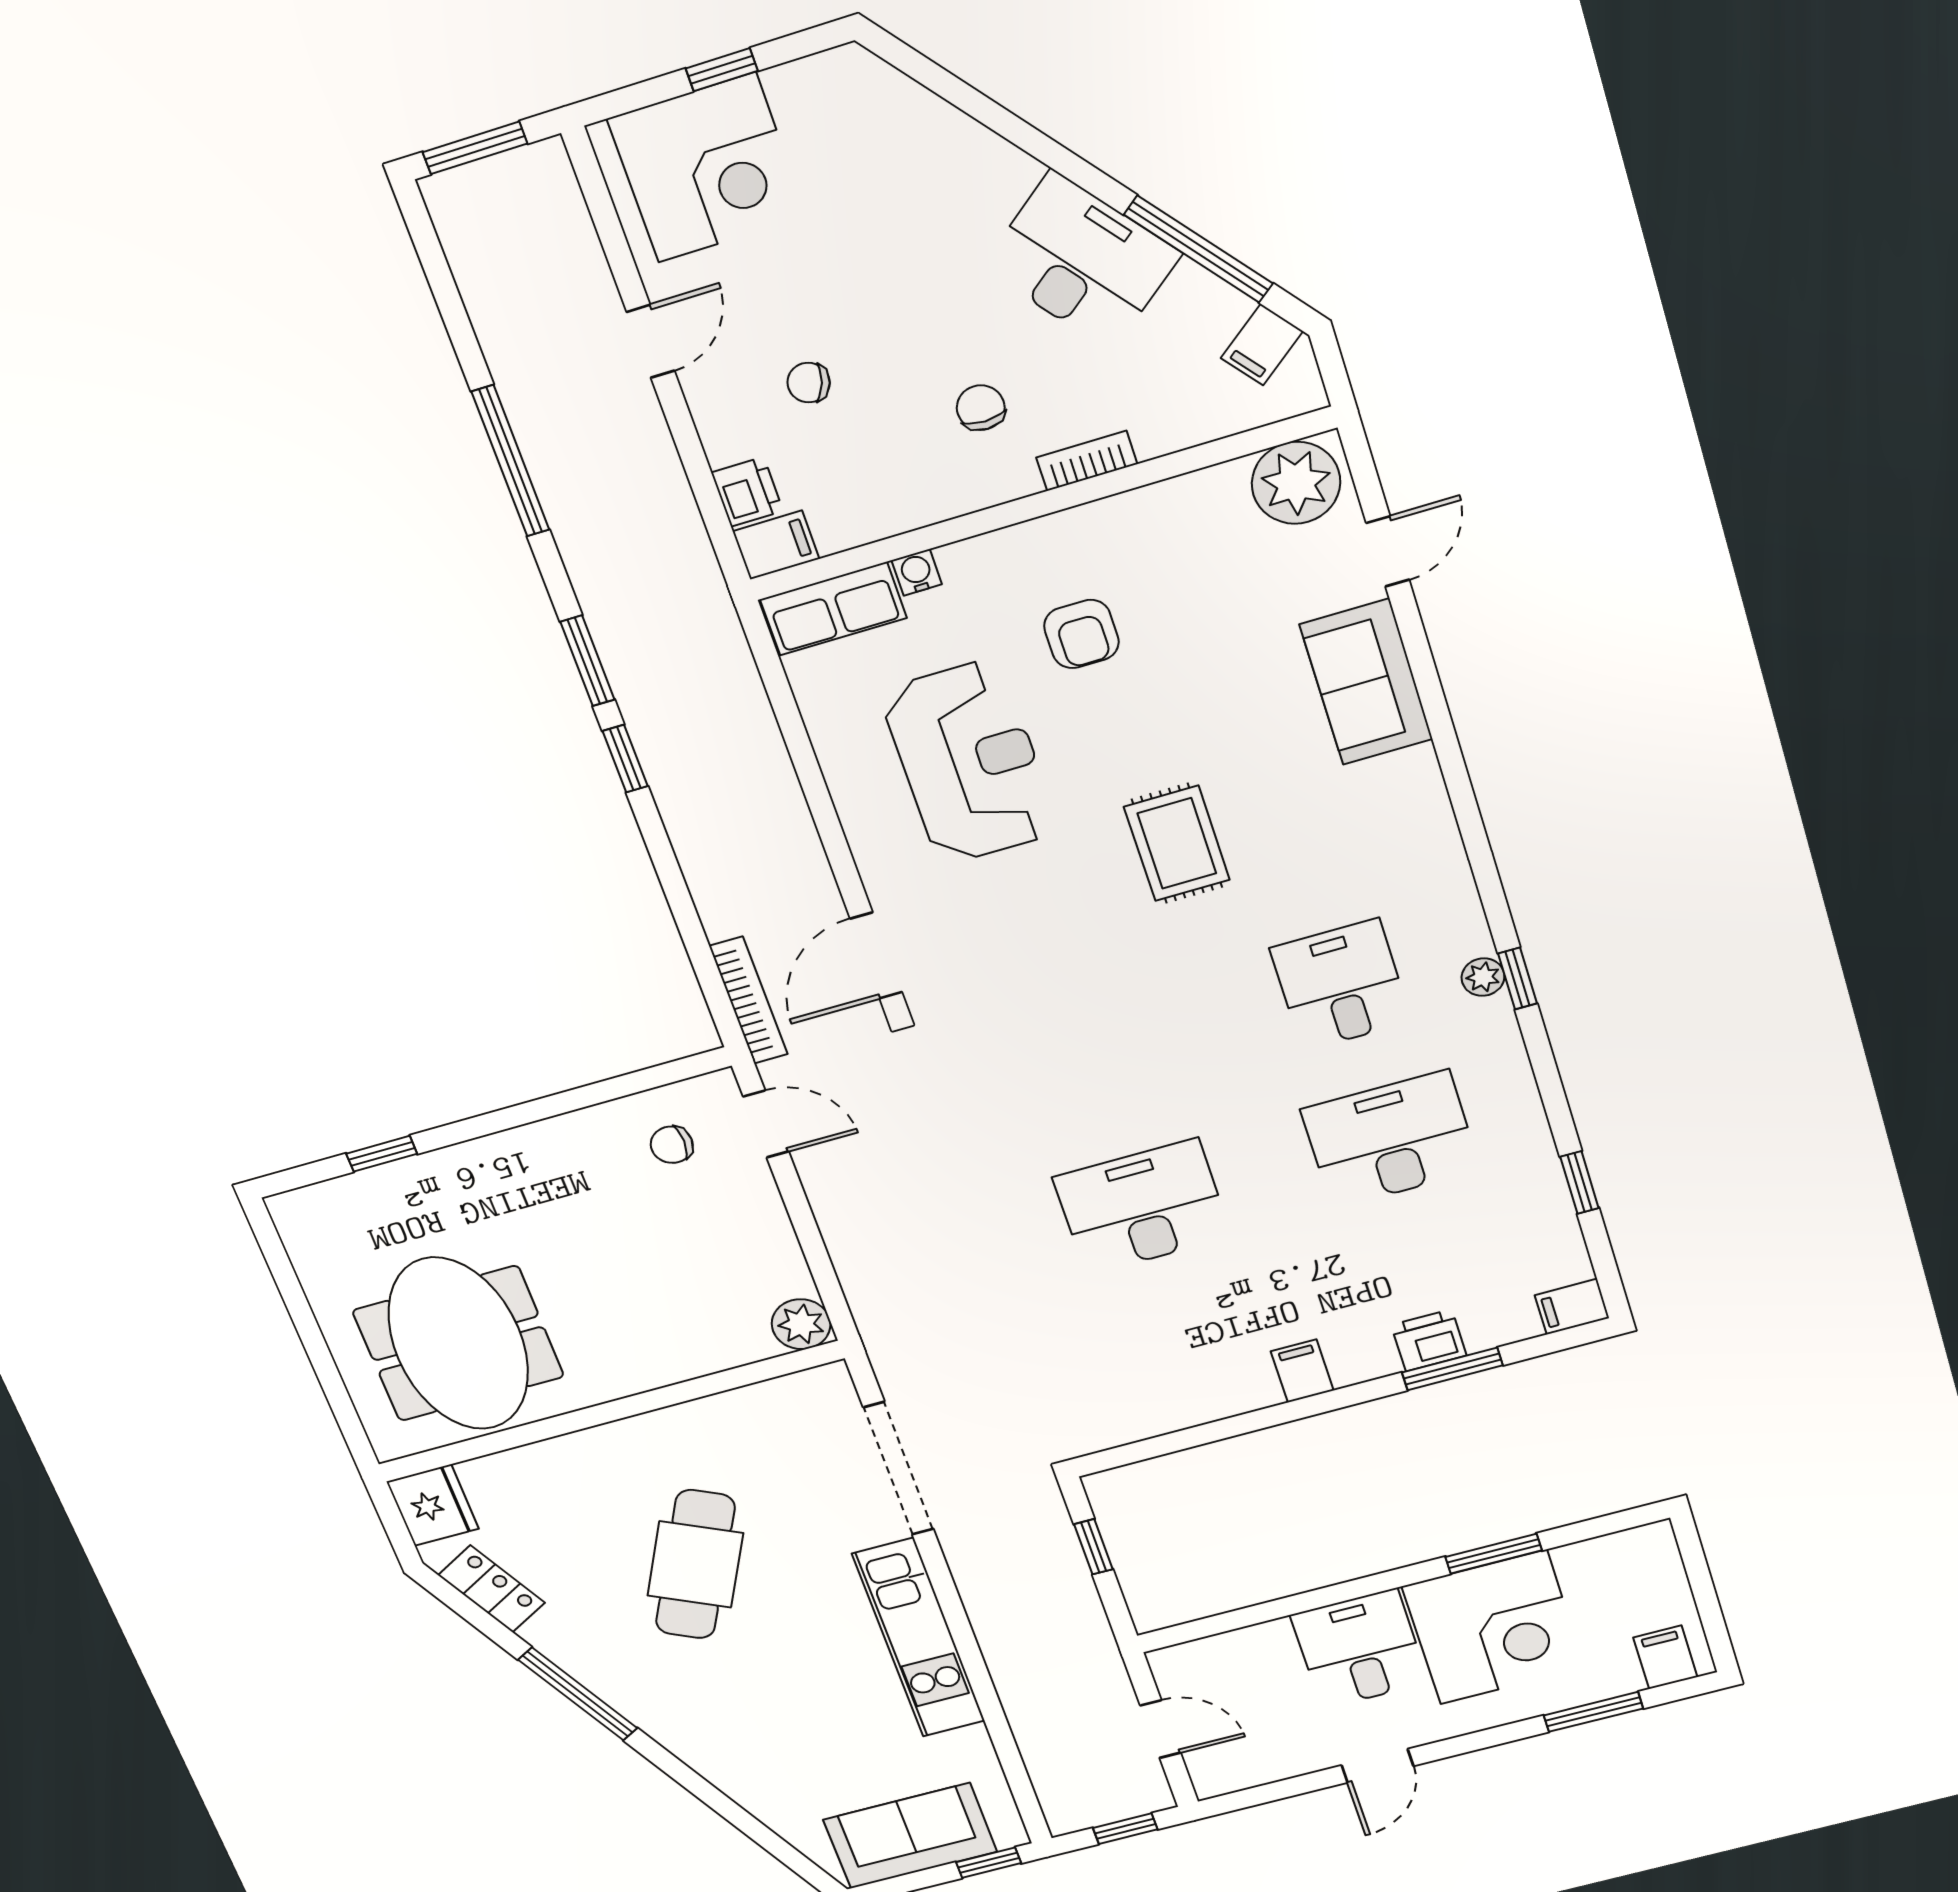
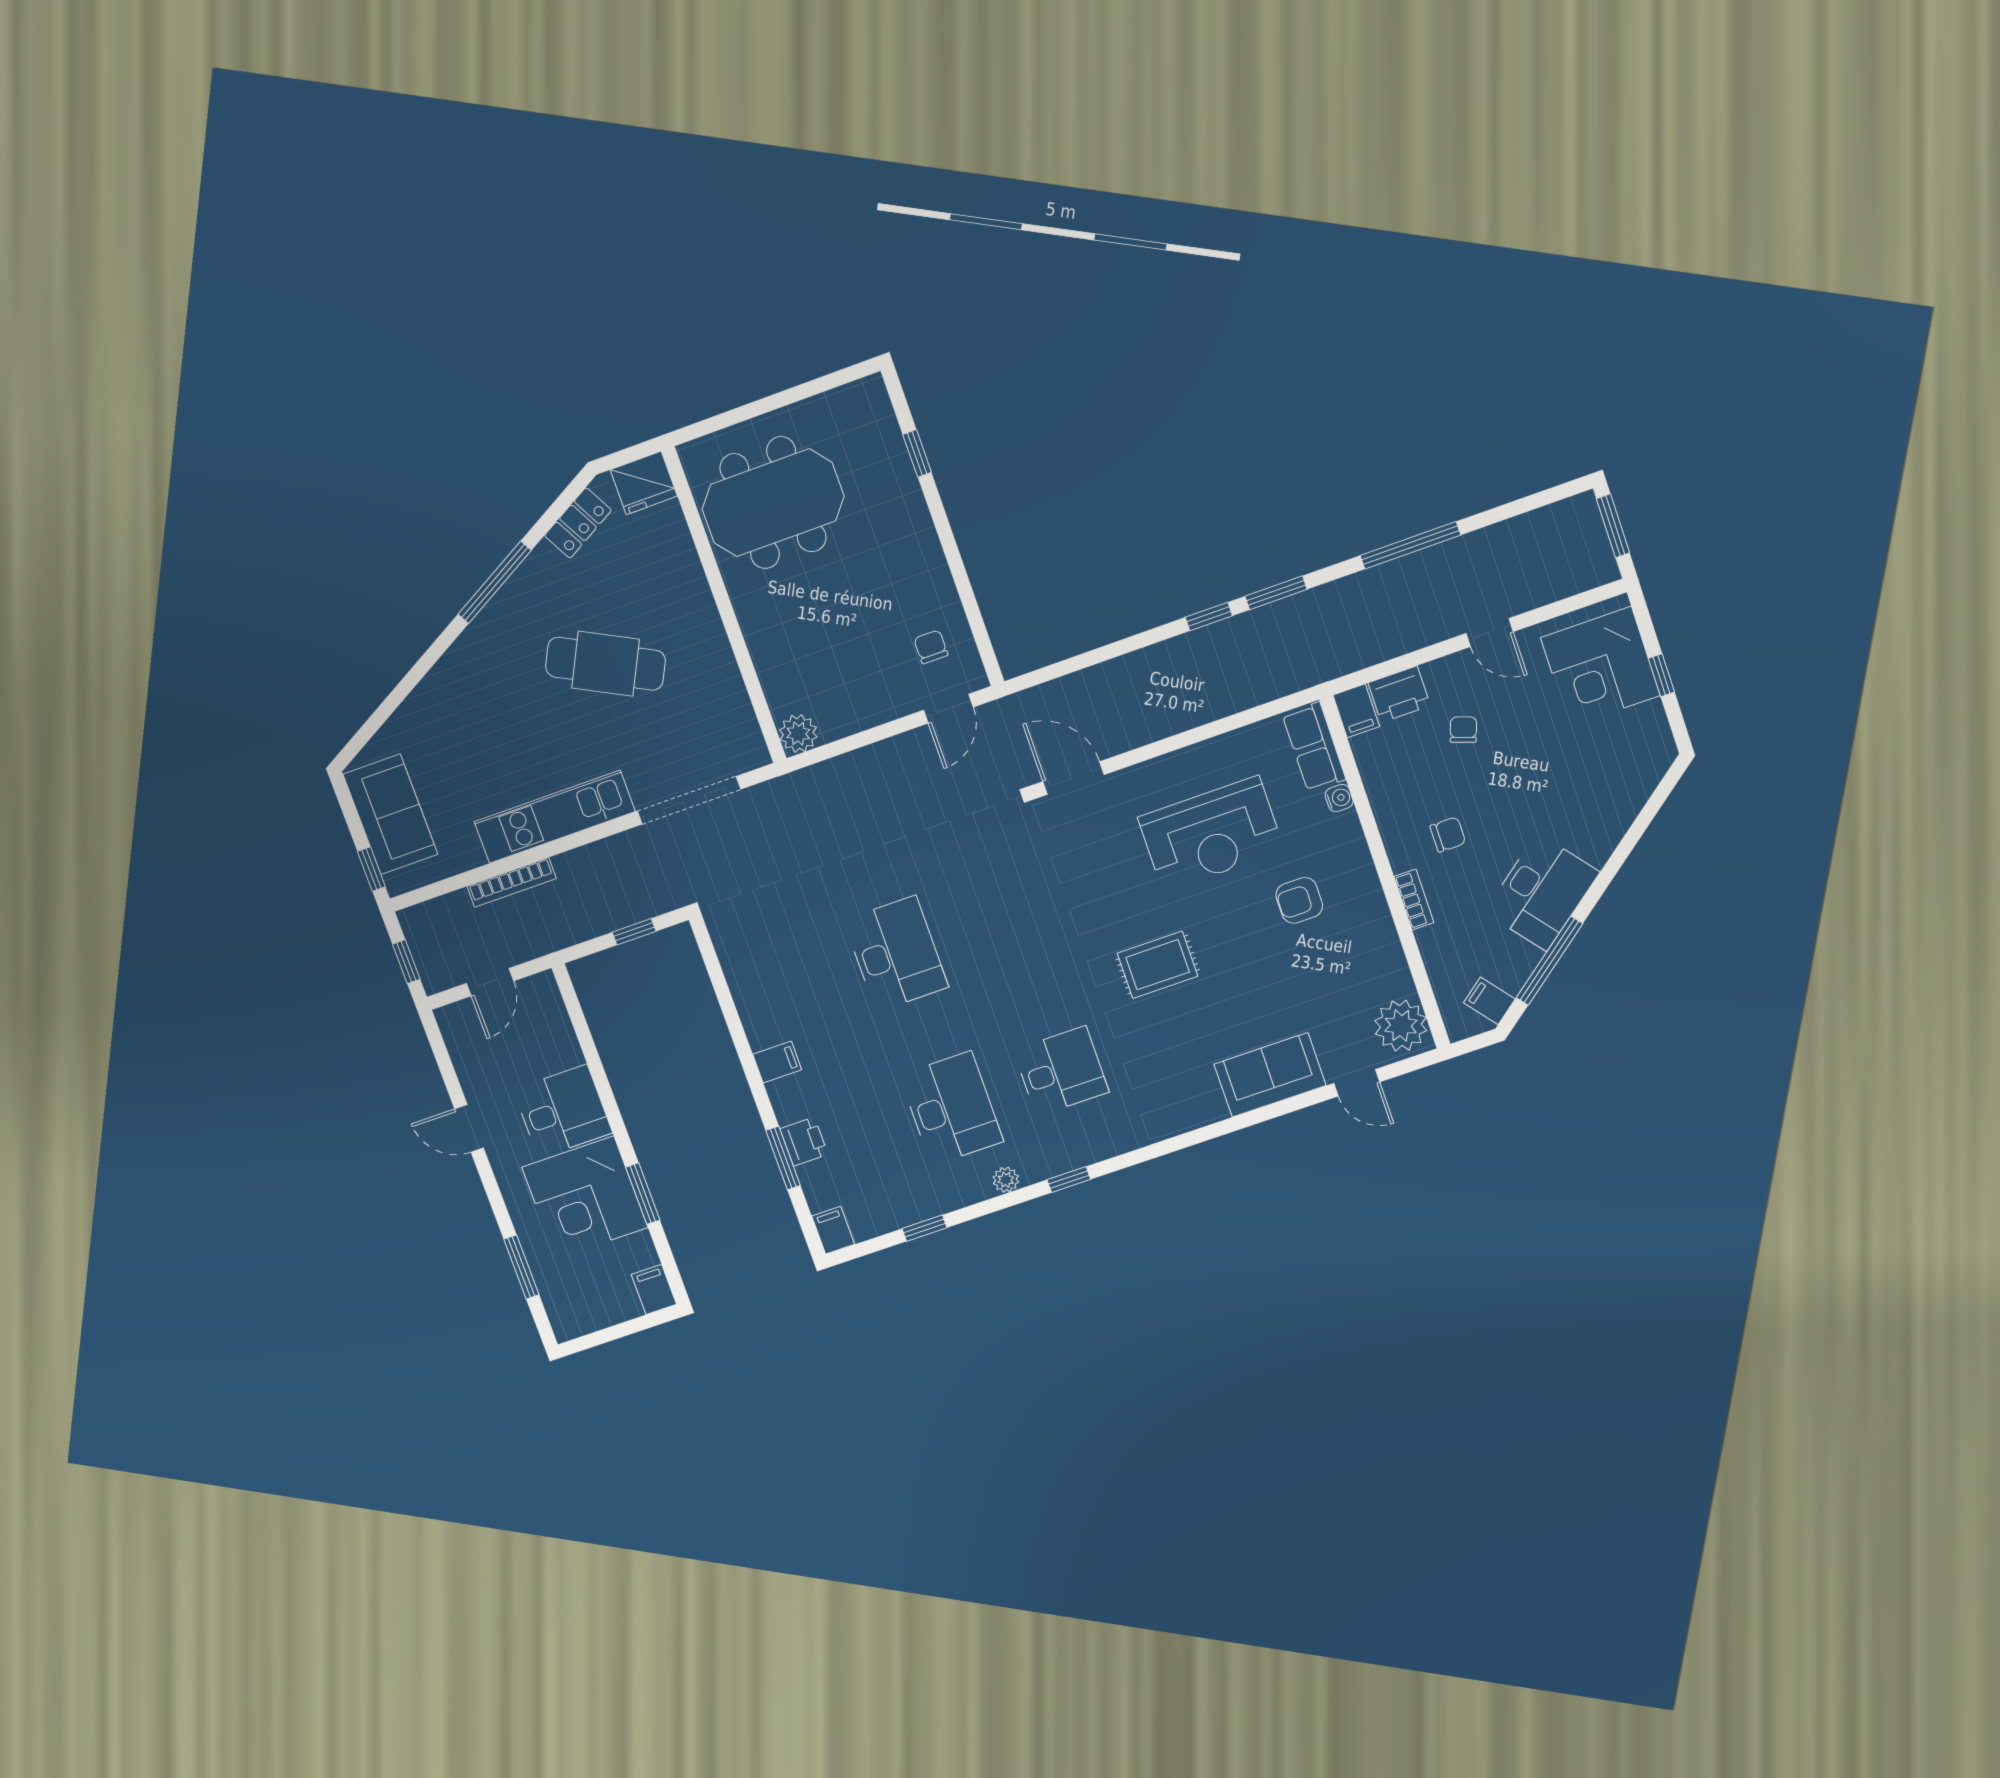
printer: (747, 492) -> (1399, 694), width x1.36, depth x1.24
plant: (1483, 977) -> (1006, 1180), moved
bookcase: (748, 1000) -> (512, 882), moved
filing cabinet: (1665, 1657) -> (654, 1289), moved, turned -90

